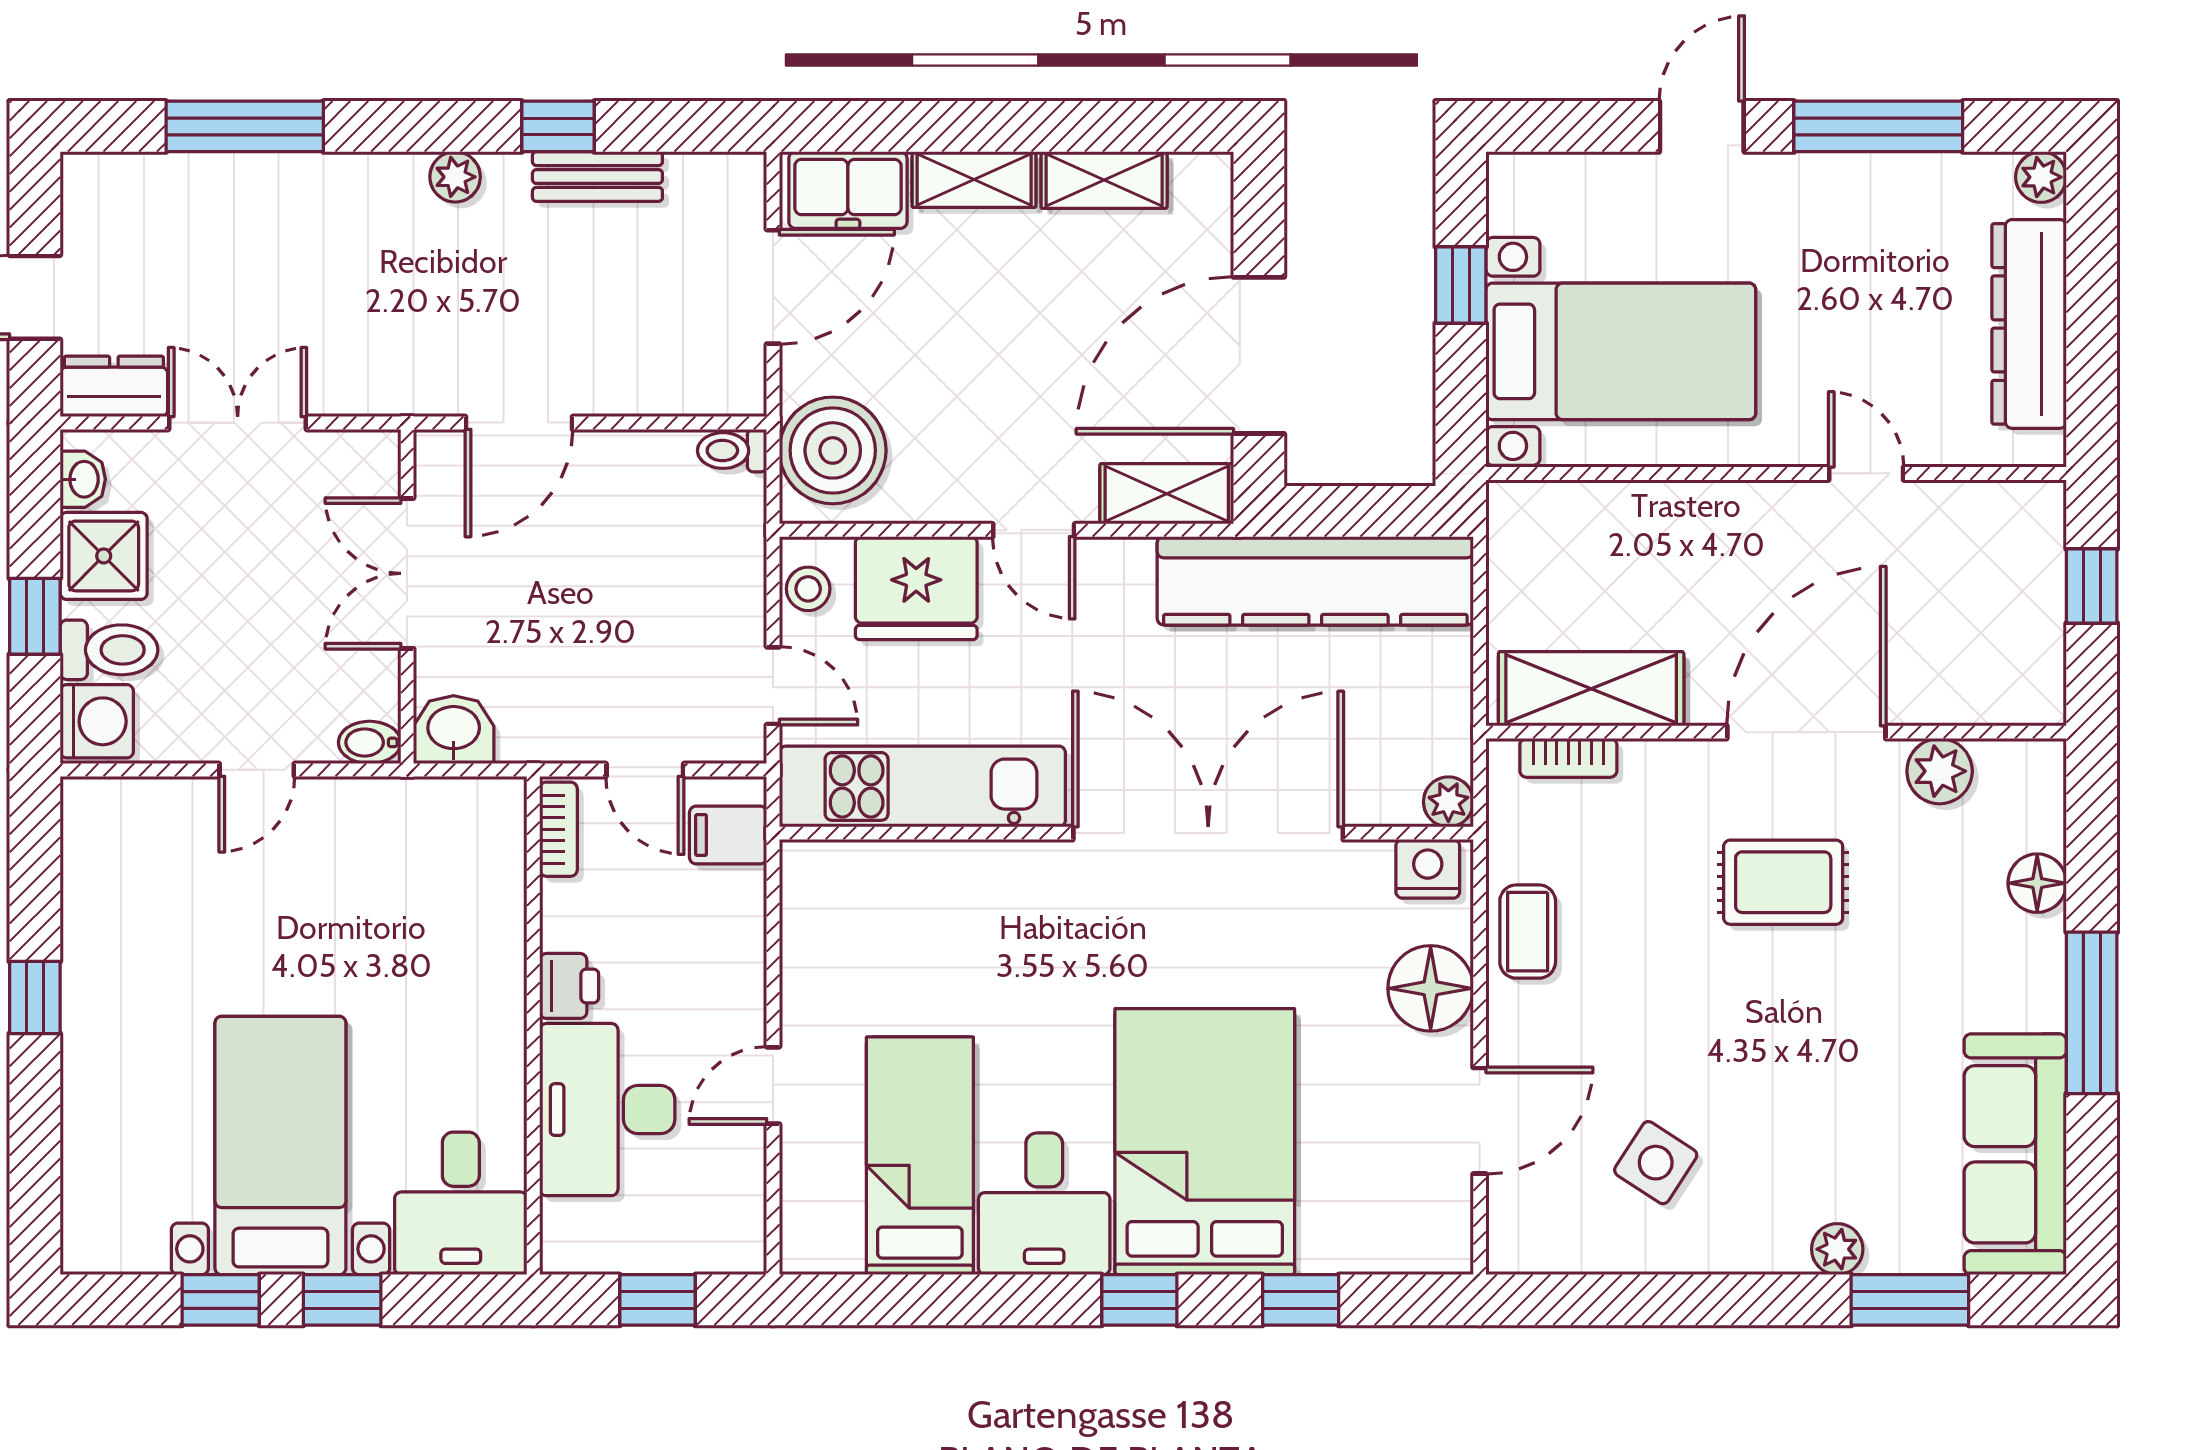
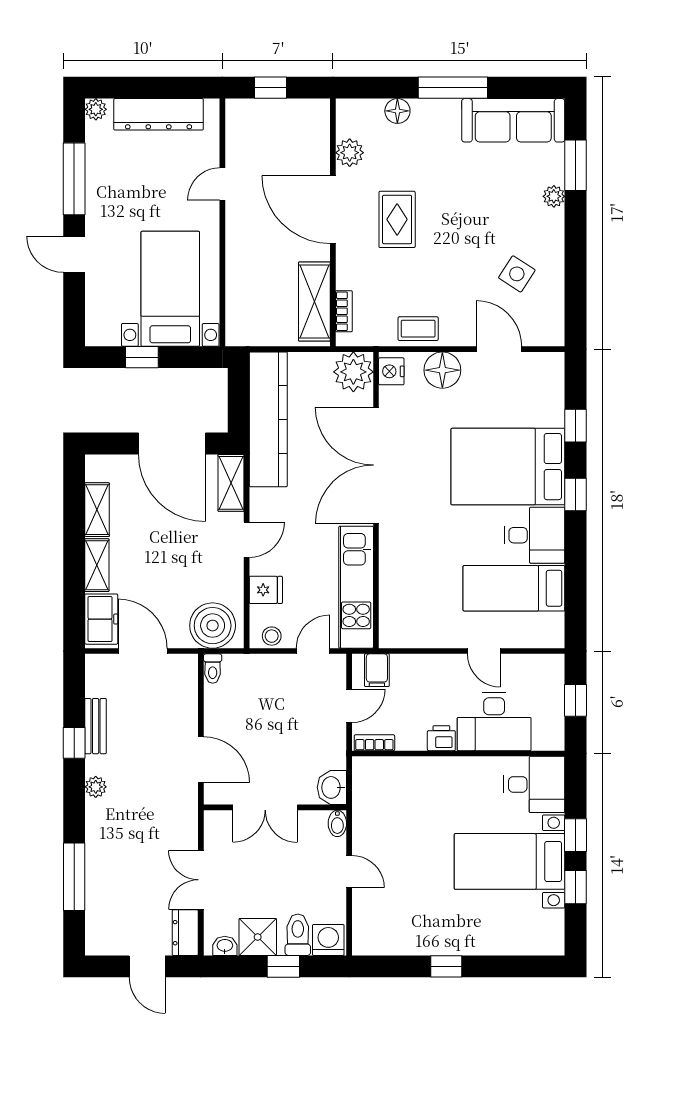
fridge: (916, 588) -> (266, 590), width x0.53, depth x0.75
plant: (1448, 802) -> (353, 372), width x1.87, depth x1.87

